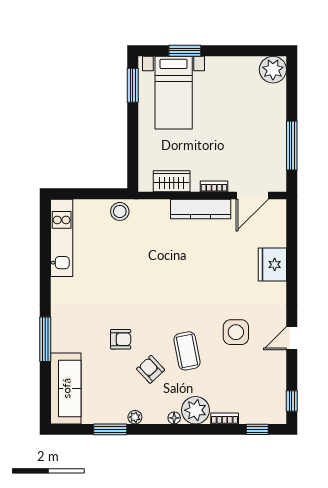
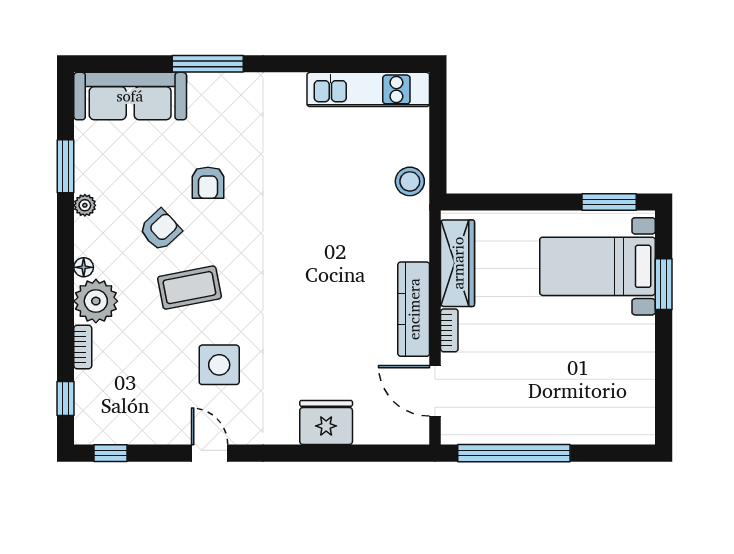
plant: (273, 70) -> (634, 423), removed
window: (292, 146) -> (514, 453), width x1.46
wardrobe: (172, 181) -> (458, 263), width x1.50

